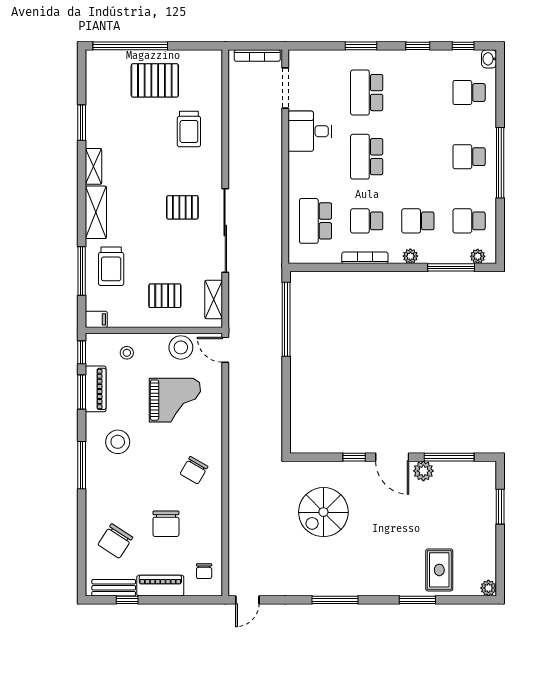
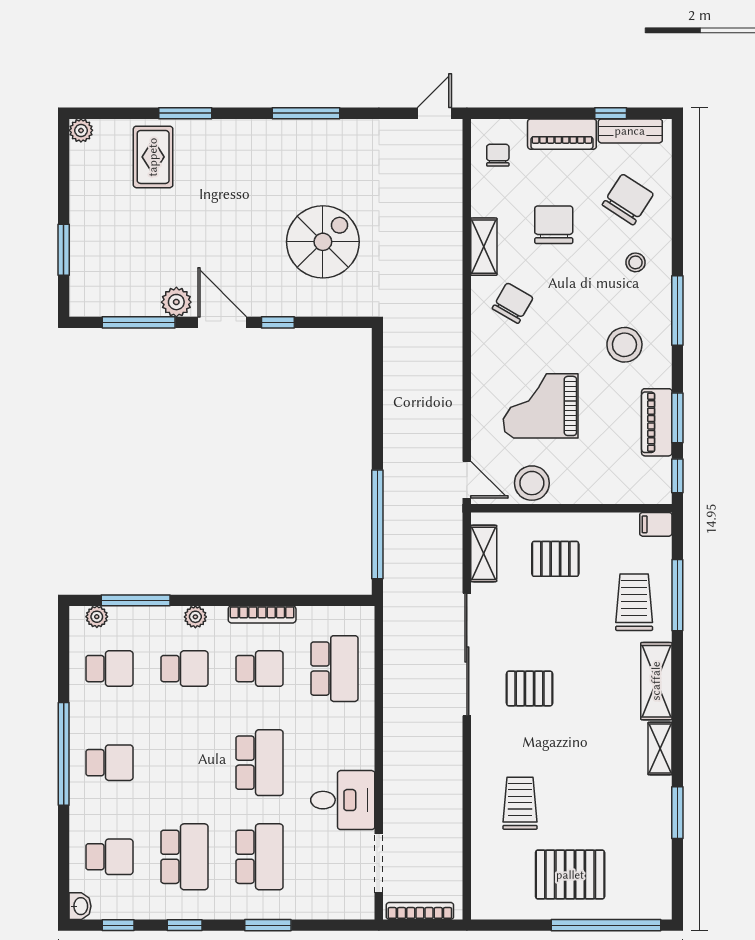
school desk: (418, 93) -> (184, 857), added
stool: (127, 353) -> (636, 262), moved
shelving: (214, 509) -> (484, 247), added

